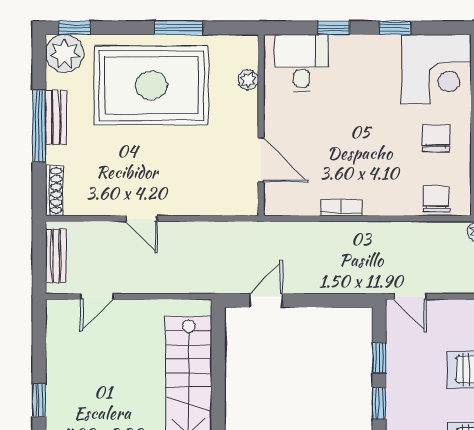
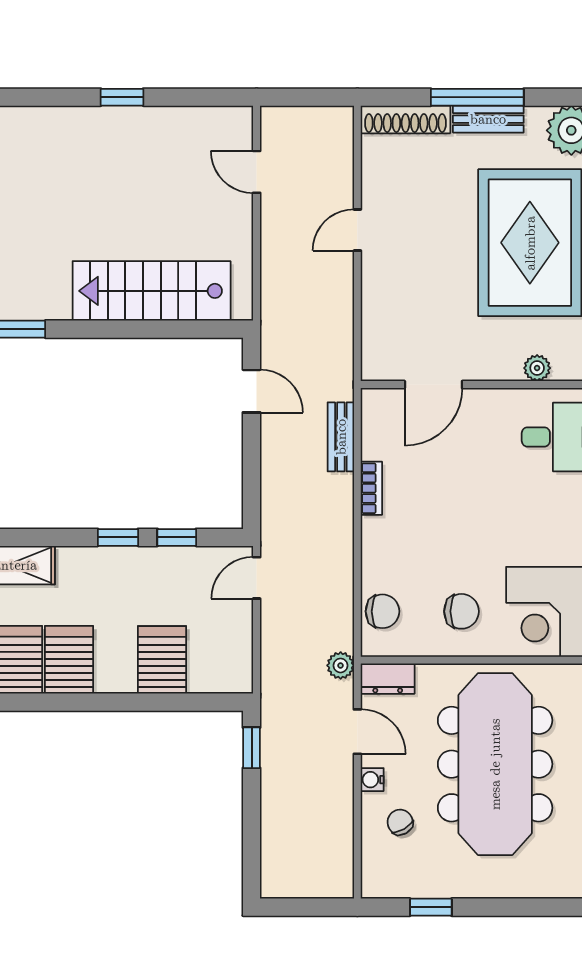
shoe rack: (54, 191) -> (406, 119), width x1.36, depth x1.24
bench: (56, 256) -> (341, 437), moved, turned 90

